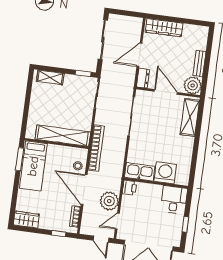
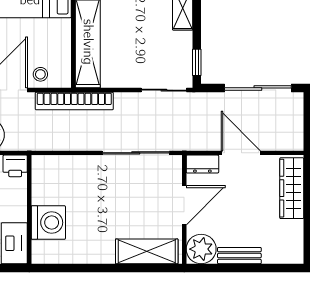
kitchen sink: (140, 172) -> (44, 179), removed

